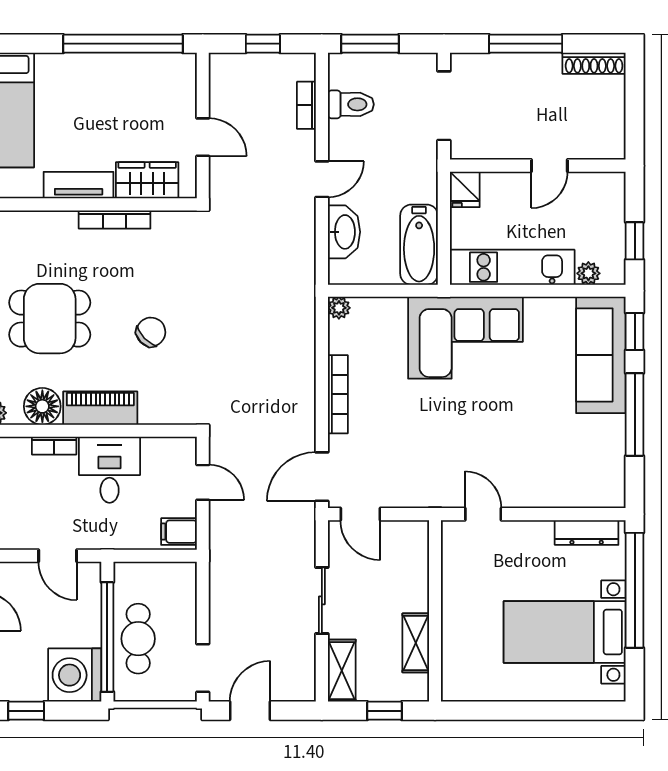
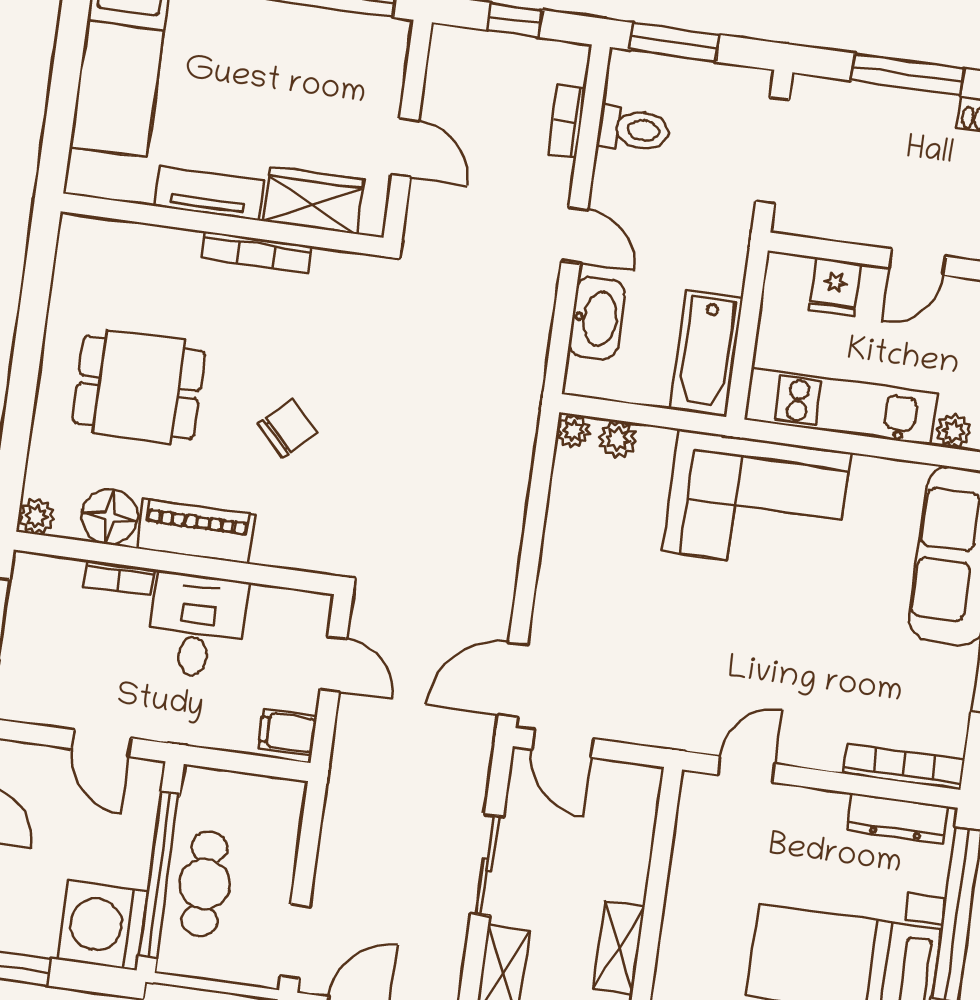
door: (322, 179) -> (575, 235), hinge flipped
fridge: (465, 189) -> (835, 287), moved
plant: (369, 309) -> (618, 439), added
bookcase: (338, 394) -> (904, 767), moved, turned -90
door: (483, 514) -> (746, 769), hinge flipped

